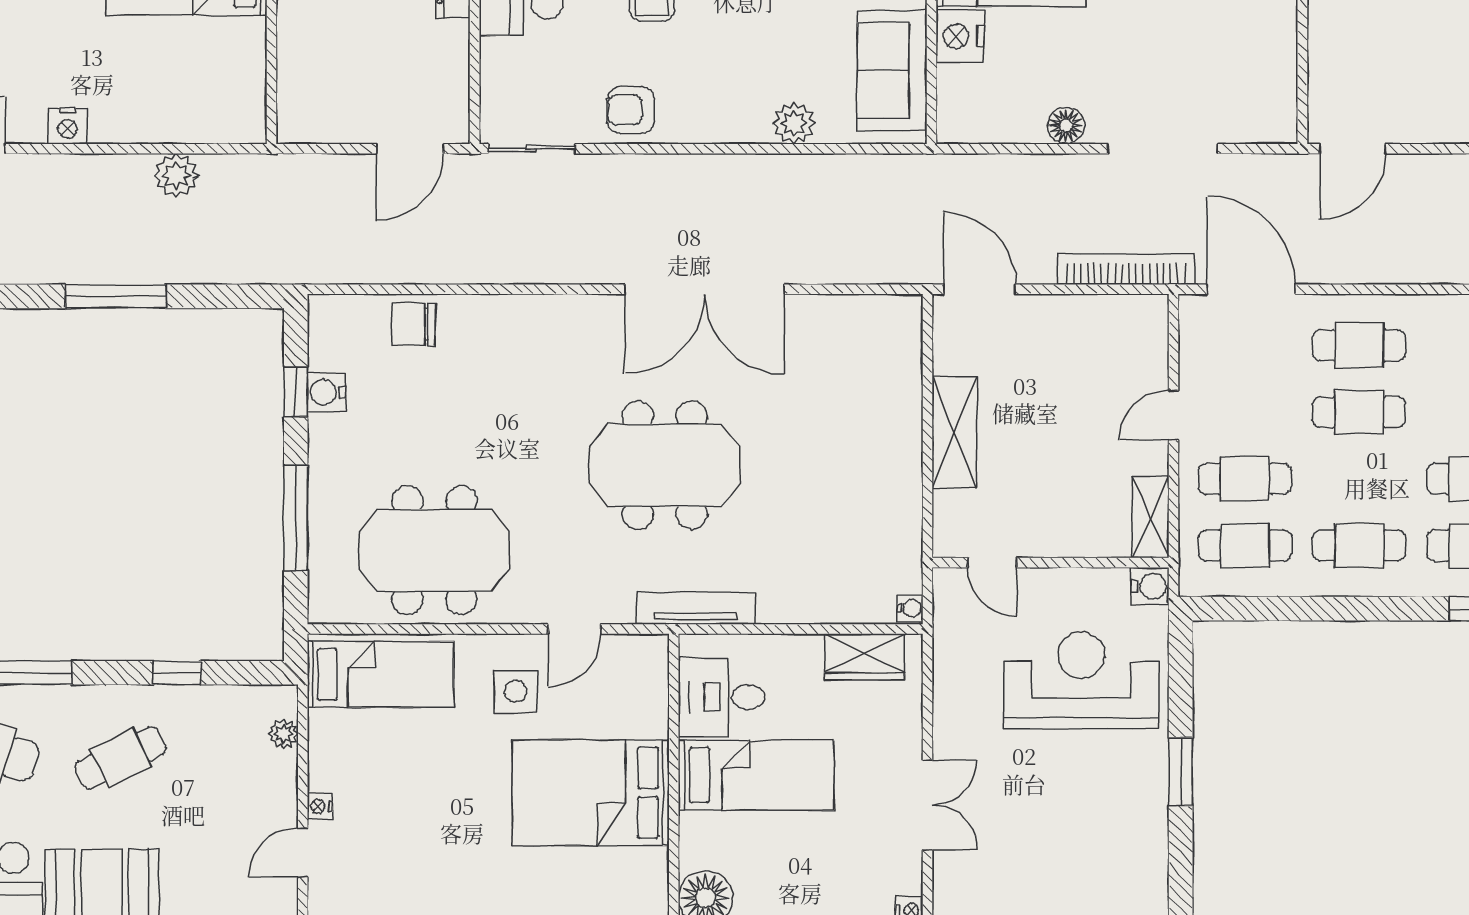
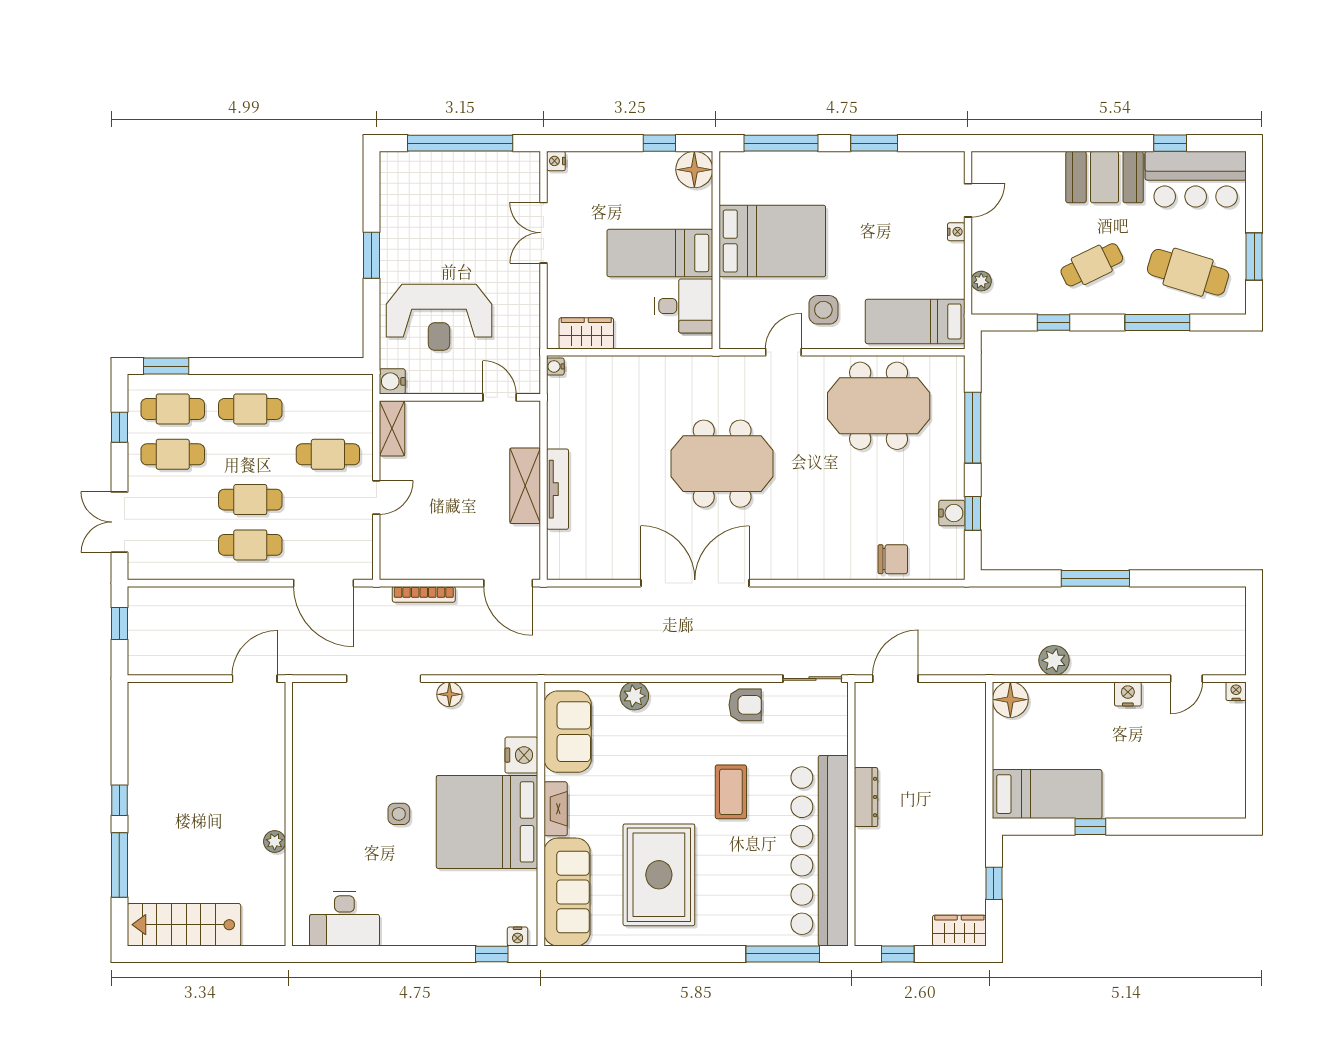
floor lamp: (241, 118) -> (1010, 700), added
bookcase: (1126, 269) -> (424, 594), width x0.68, depth x0.76
cafe table: (1245, 545) -> (328, 409), removed
tv unit: (696, 608) -> (558, 489), moved, turned -90

